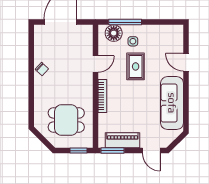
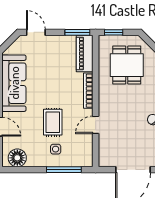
floor lamp: (114, 33) -> (17, 158), moved
dining table: (66, 120) -> (127, 65), turned 90
piano: (122, 140) -> (85, 54), moved, turned 90

